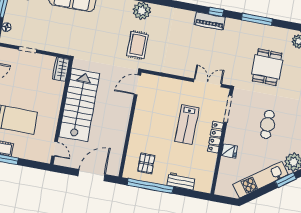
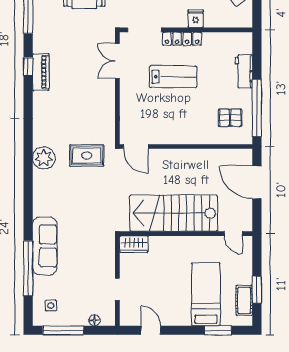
door: (55, 149) -> (233, 234), swing flipped

